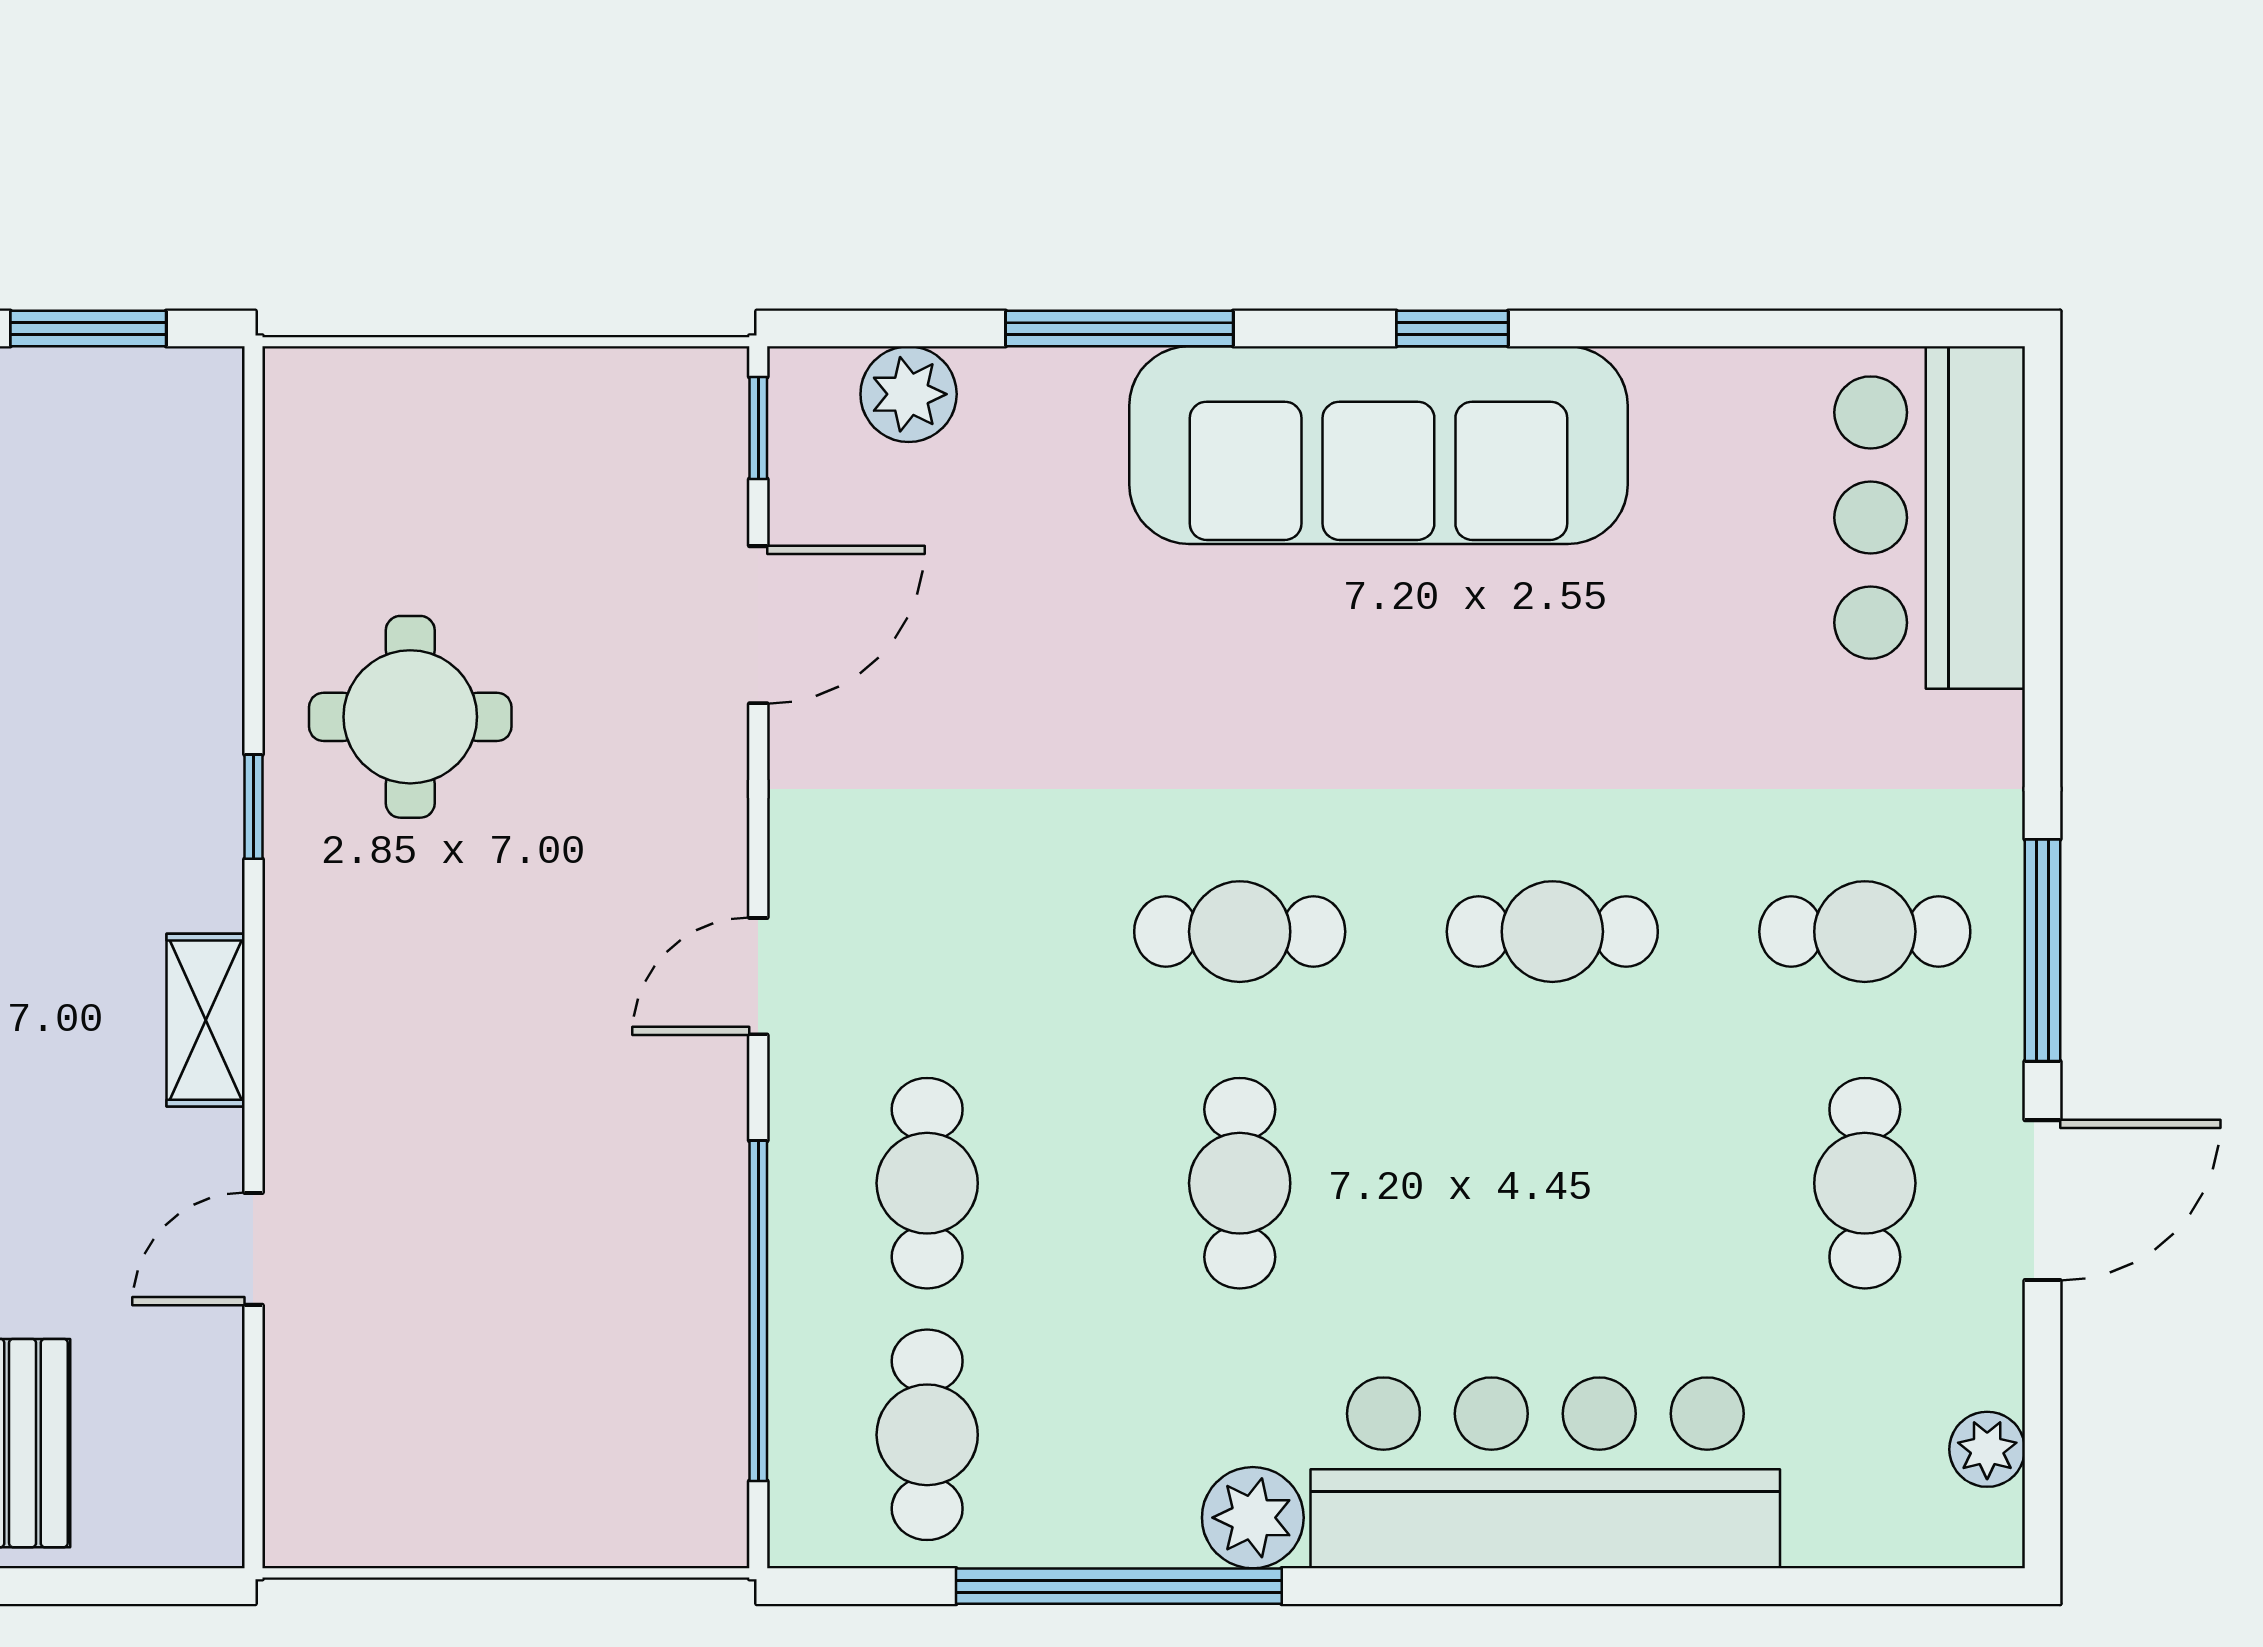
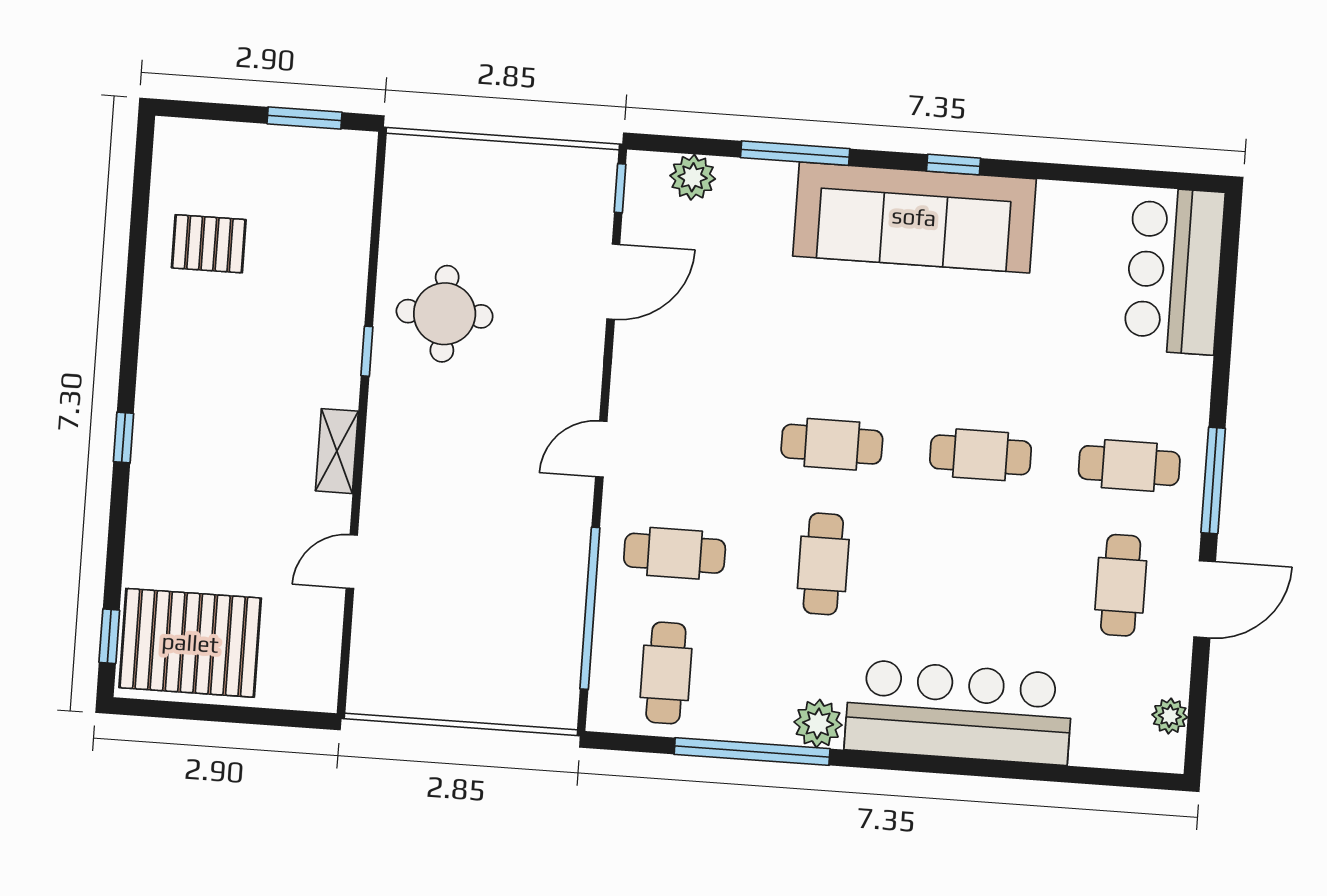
cafe table: (927, 1183) -> (675, 553), turned 90

